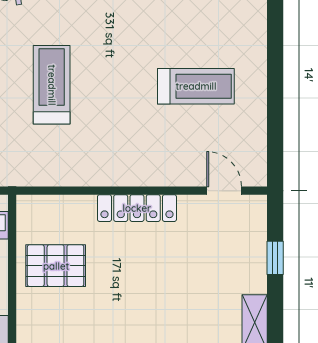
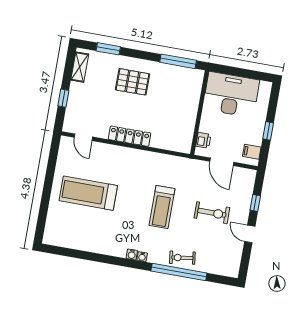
treadmill: (196, 86) -> (88, 193), width x1.37, depth x1.38
pallet: (56, 266) -> (133, 82), moved

